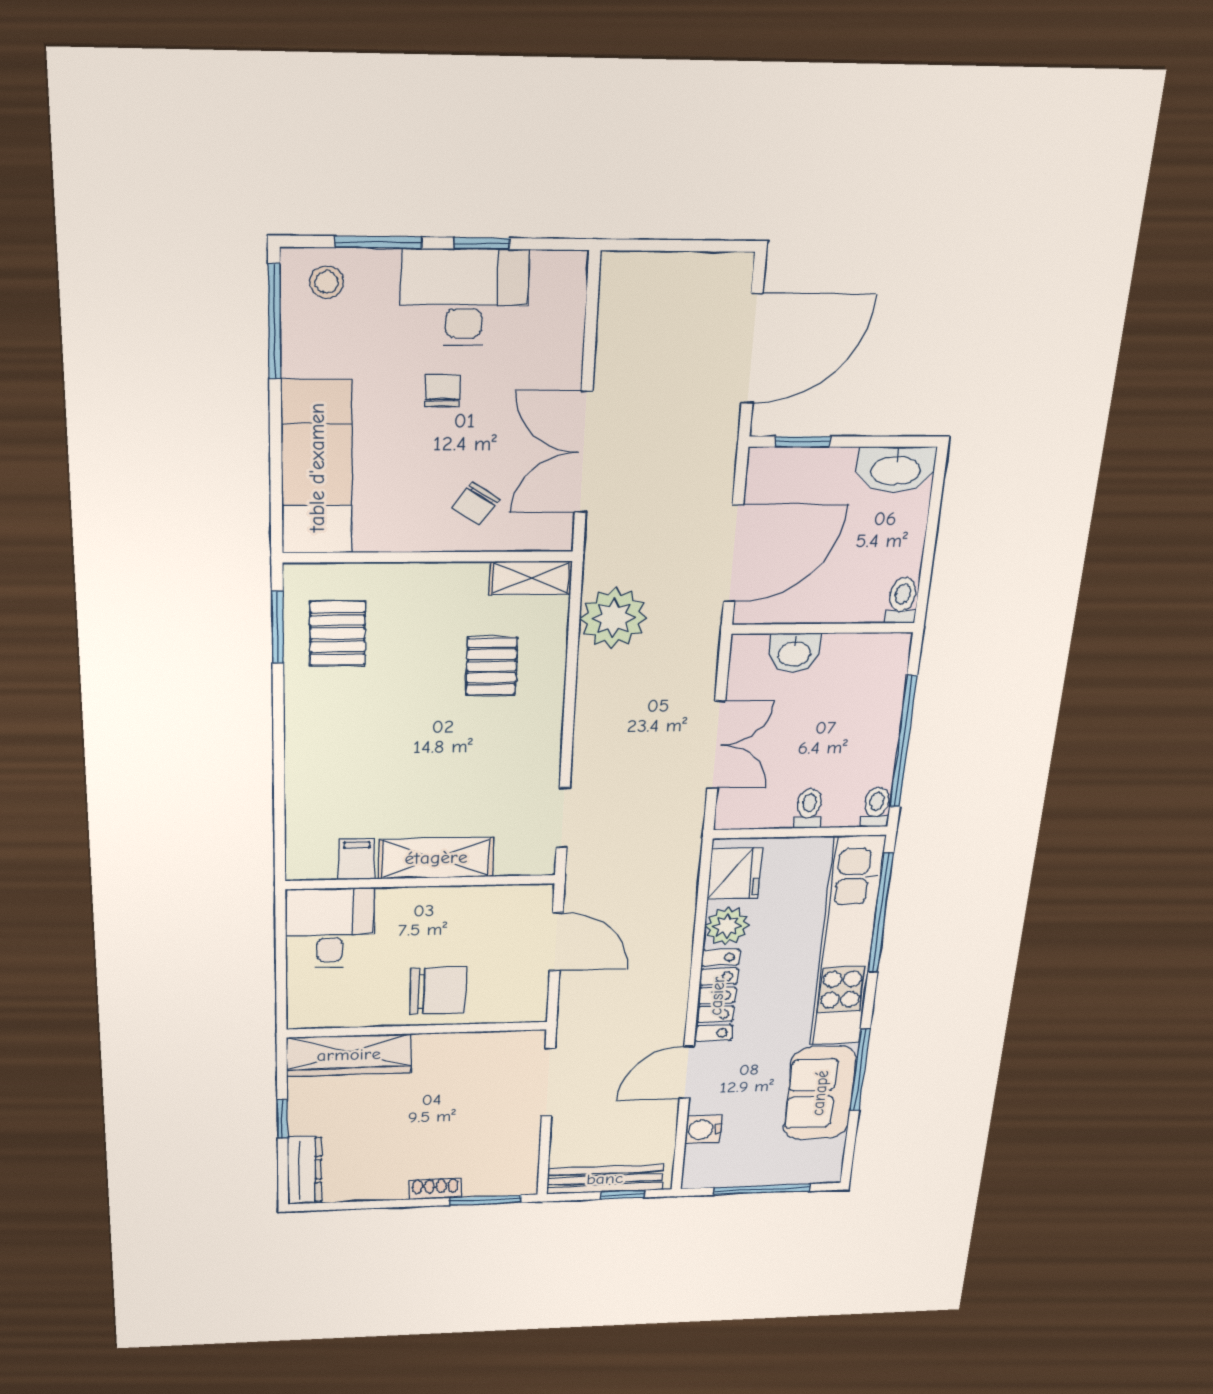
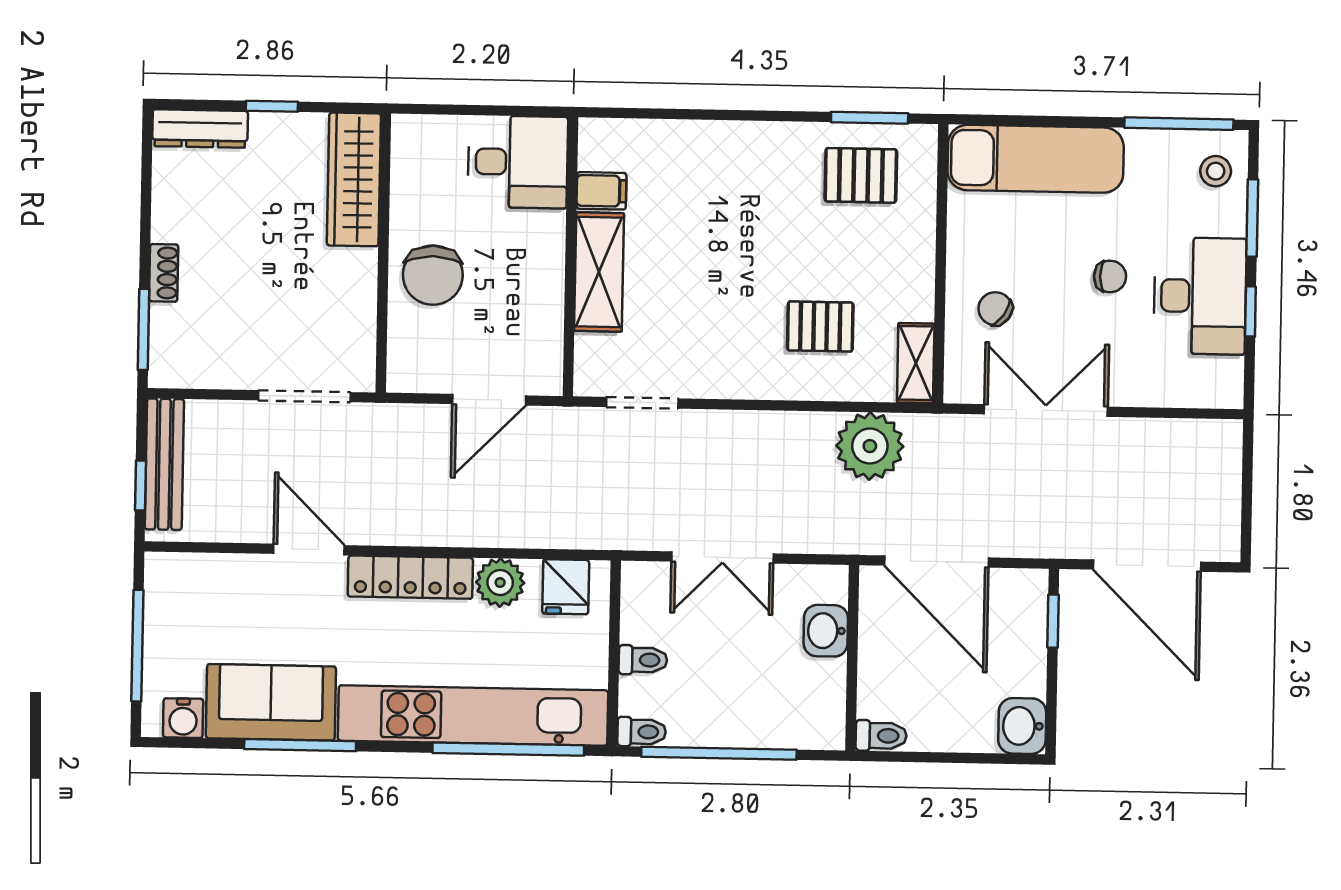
washbasin: (896, 469) -> (1022, 726), width x0.72
fridge: (735, 874) -> (566, 587), width x0.72
water cooler: (703, 1130) -> (183, 718), moved, turned 180

